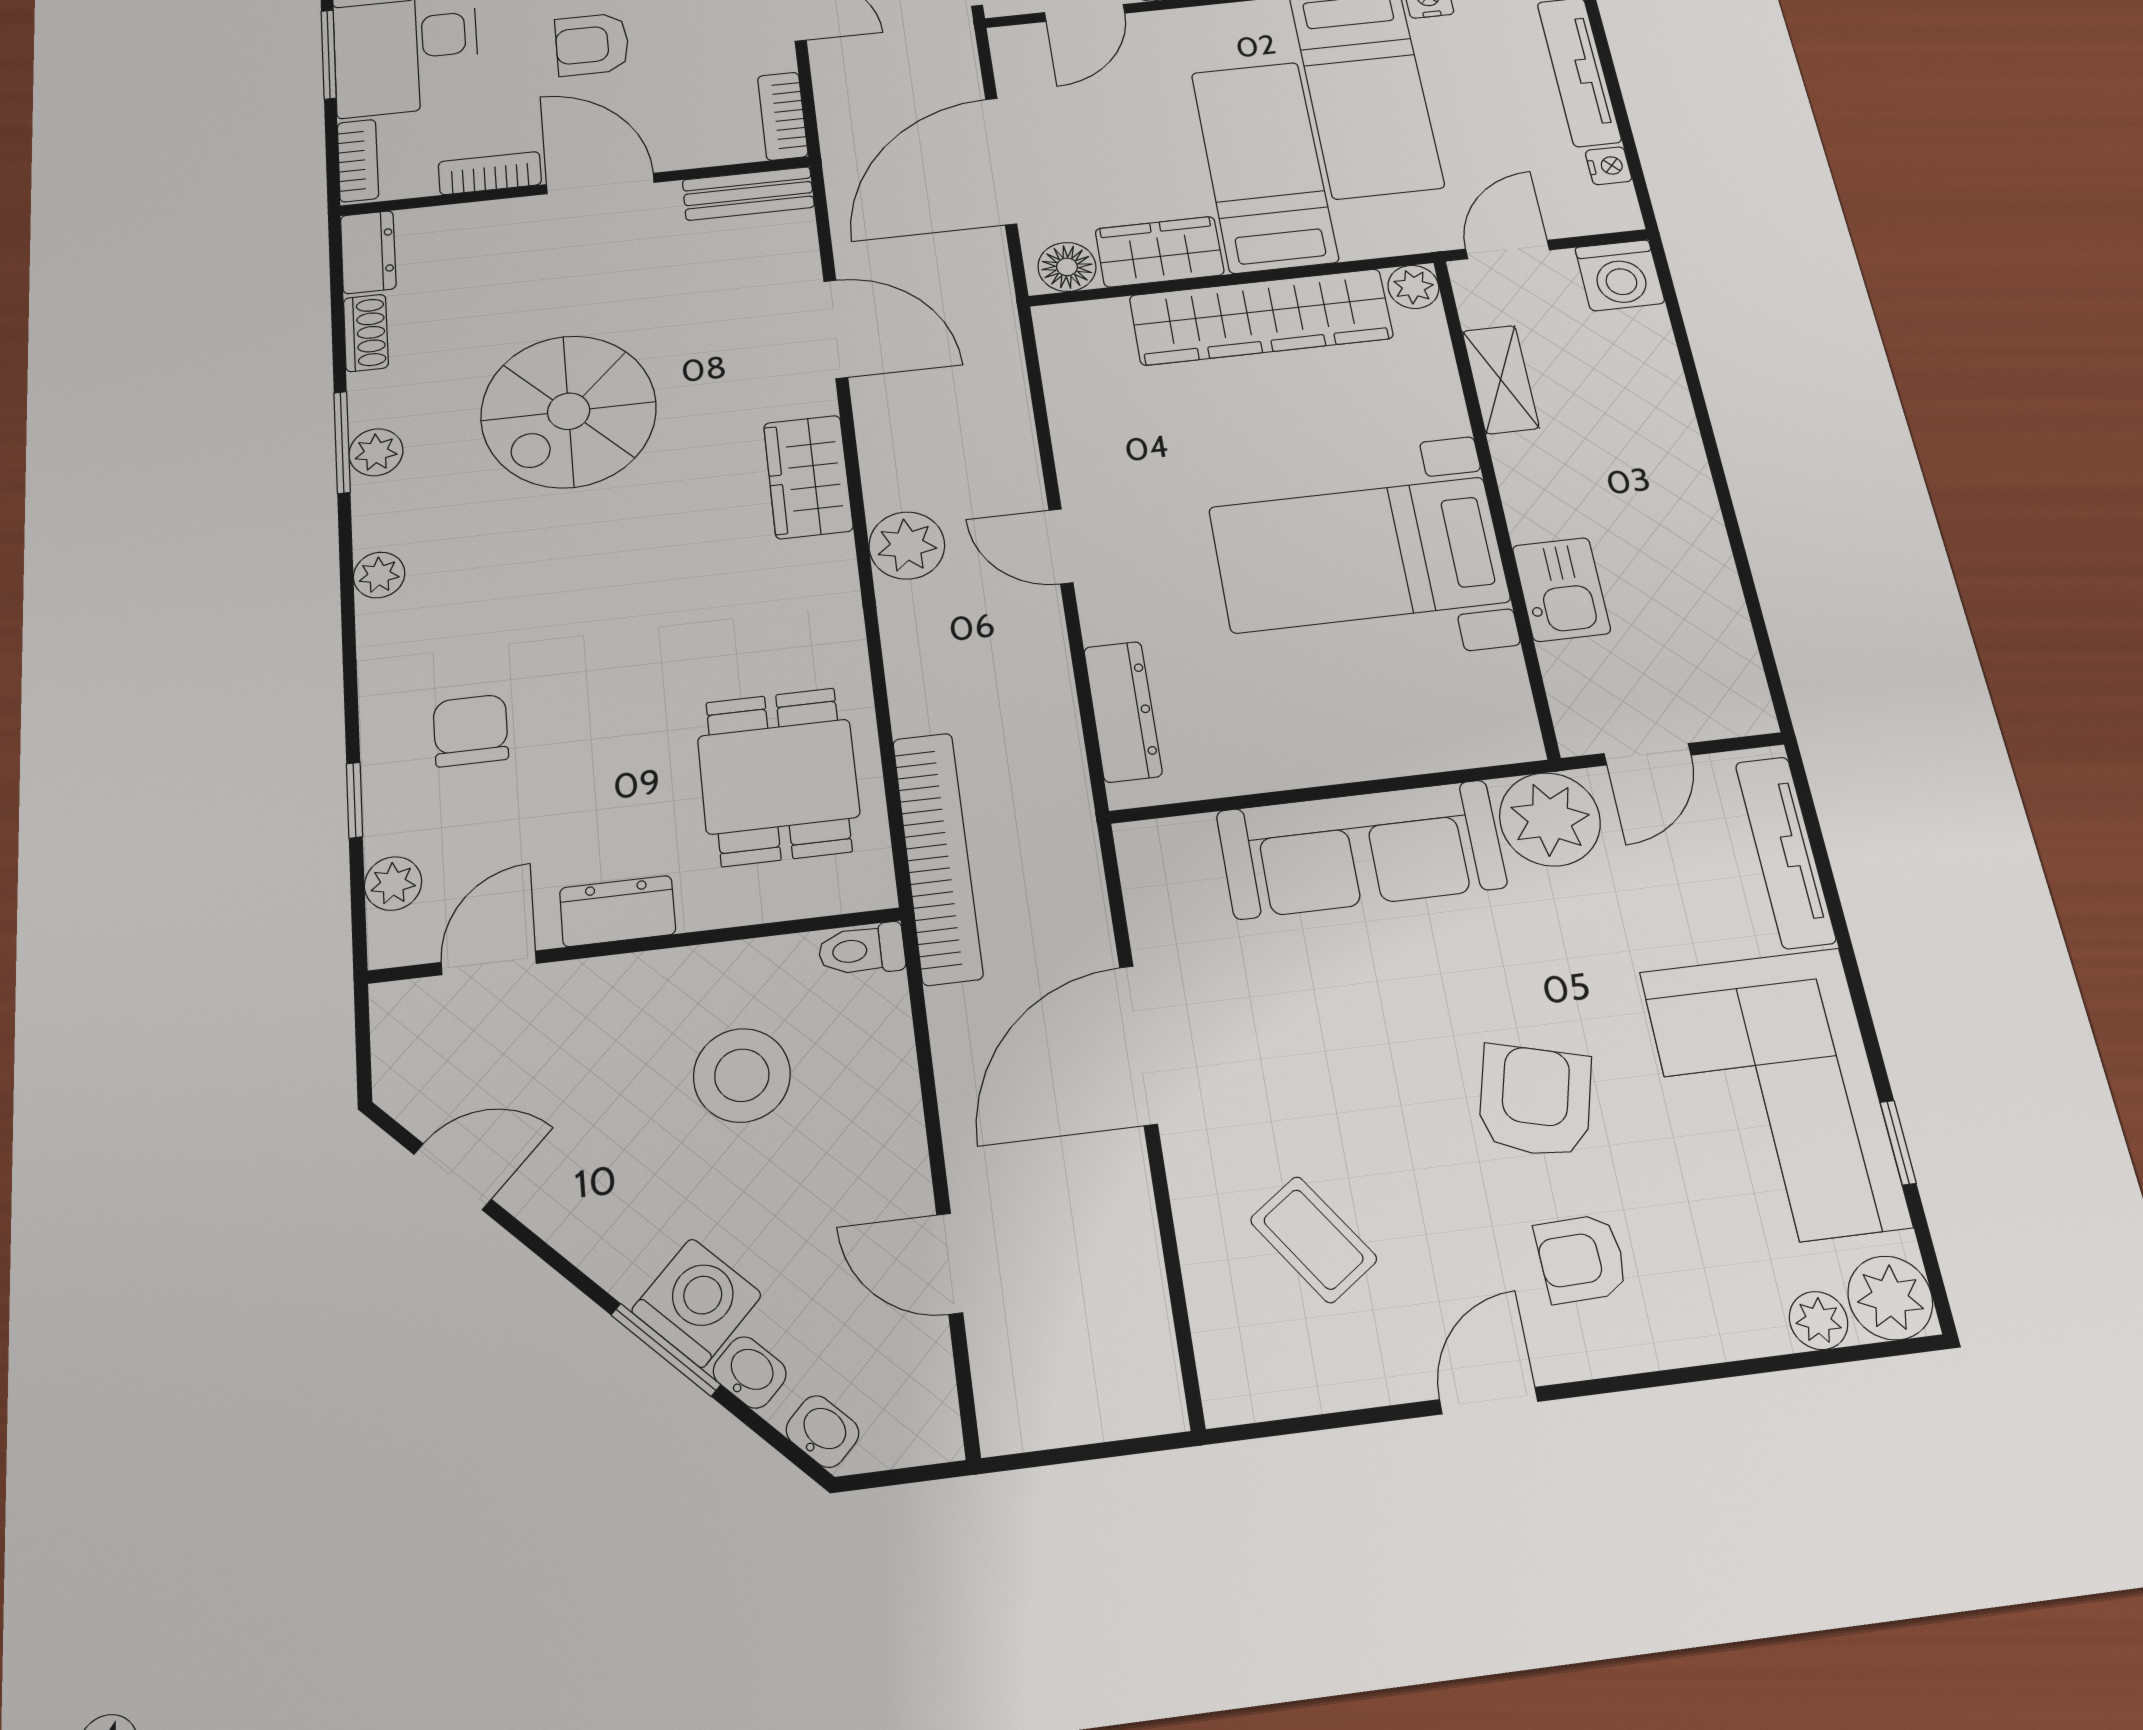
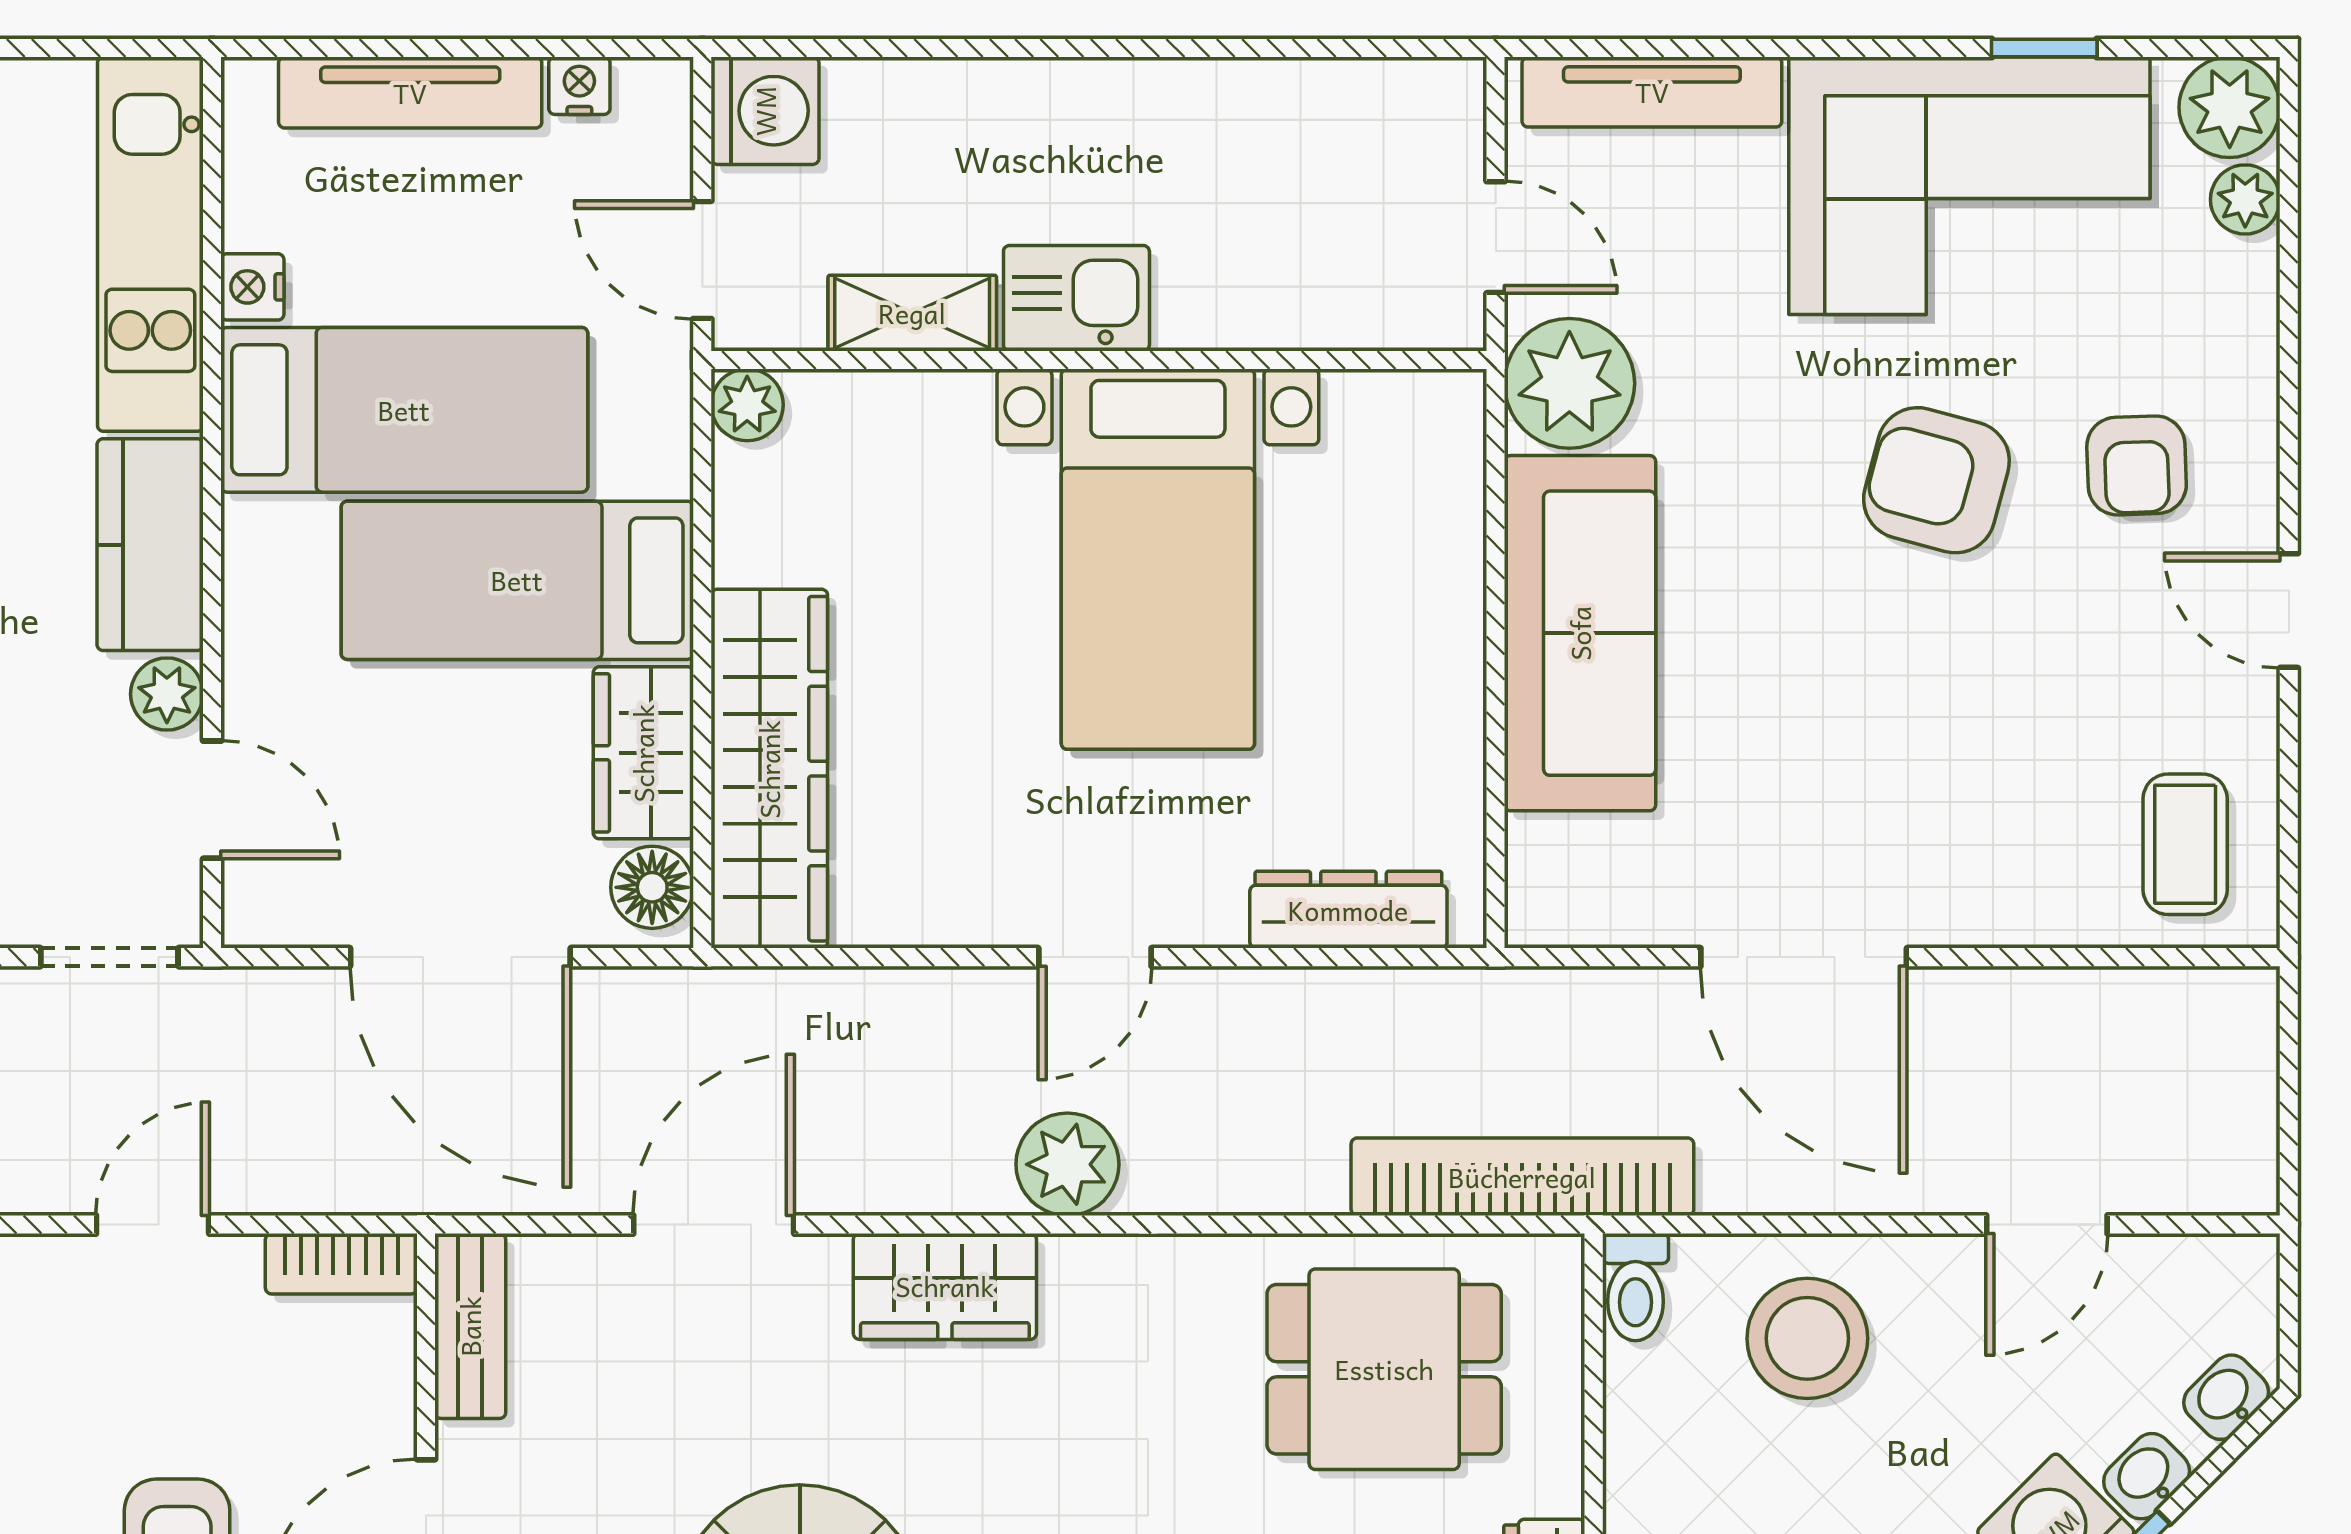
wardrobe: (1261, 317) -> (769, 769), moved
kitchen sink: (1561, 589) -> (1076, 298), moved
stool: (742, 1075) -> (1807, 1338), moved
coffee table: (1314, 1239) -> (2185, 844), moved, turned -55

